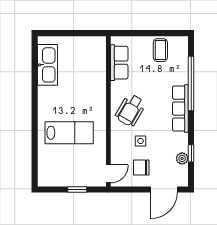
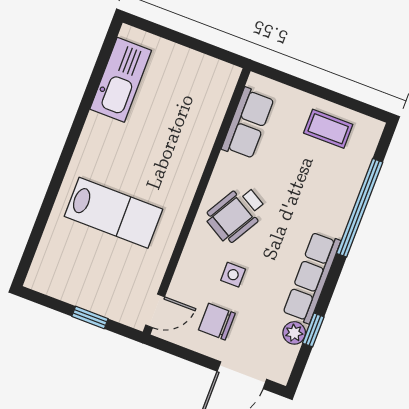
coffee table: (160, 50) -> (328, 129), turned 90
row of seats: (180, 109) -> (312, 277), moved

